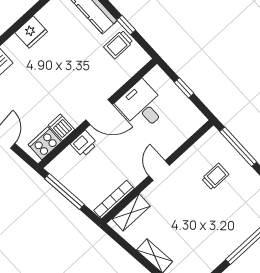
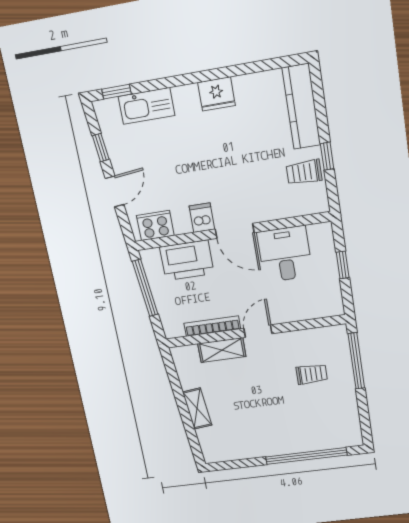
dishwasher: (61, 127) -> (202, 218), moved
printer: (84, 144) -> (187, 260), width x1.87, depth x1.48
bookcase: (114, 199) -> (212, 326), moved
shelving: (131, 212) -> (222, 350), moved

